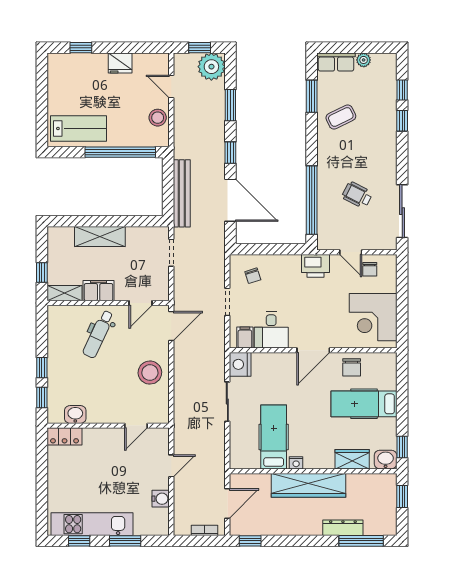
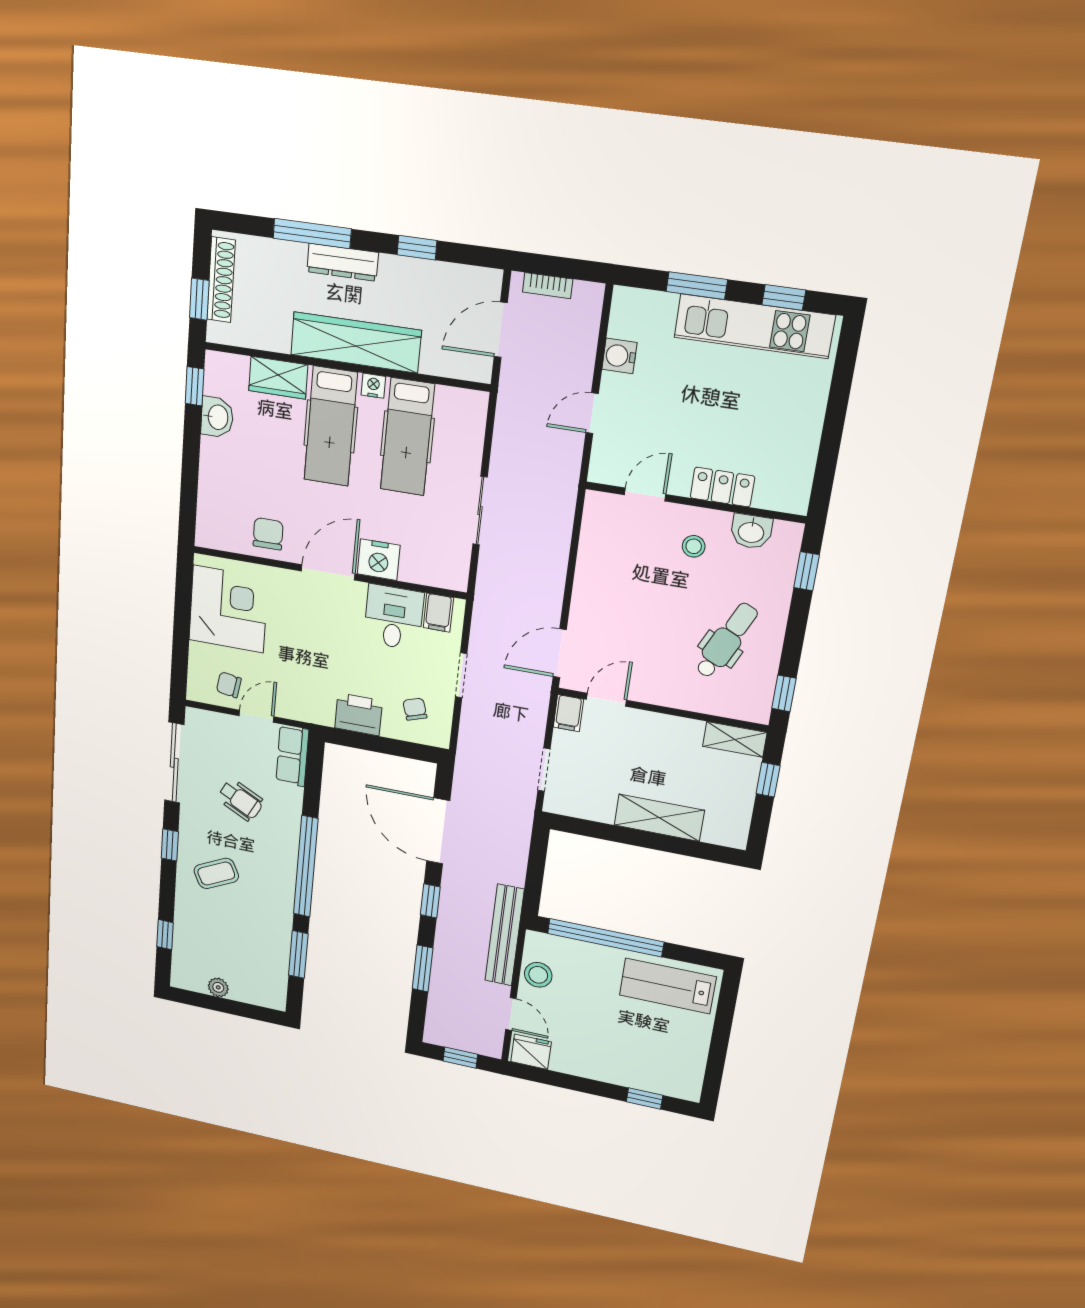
row of seats: (336, 62) -> (292, 756), moved, turned -90
fridge: (120, 63) -> (531, 1052), moved
plant: (211, 67) -> (445, 1028), removed
coffee table: (341, 117) -> (216, 873), moved
window: (402, 121) -> (170, 845), moved
bench: (182, 193) -> (504, 935), moved
window: (312, 200) -> (306, 867), moved
door: (351, 252) -> (256, 716), hinge flipped
printer: (315, 266) -> (359, 714), moved
chair: (370, 269) -> (229, 685), turned -81
filing cabinet: (99, 291) -> (568, 713), moved, width x0.50
dental chair: (98, 334) -> (726, 641), moved
nightstand: (240, 364) -> (379, 560), moved, turned 90
window: (42, 368) -> (784, 693), moved
stool: (150, 373) -> (694, 546), moved, width x0.53, depth x0.53
hospital bed: (364, 404) -> (331, 426), moved, turned 90
locker: (65, 436) -> (722, 487), moved
washbasin: (386, 460) -> (217, 417), moved, turned -90
shoe rack: (390, 509) -> (221, 280), added
dresser: (343, 528) -> (343, 262), moved
window: (250, 541) -> (417, 248), moved
window: (361, 541) -> (312, 233), moved

